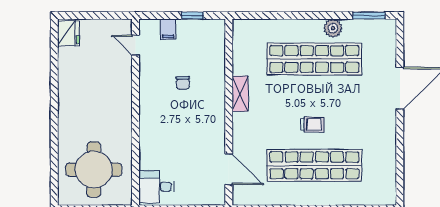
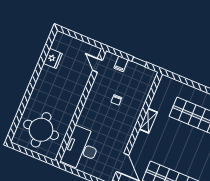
fridge: (68, 33) -> (53, 58), moved
trolley: (313, 125) -> (184, 158), removed
desk: (156, 187) -> (81, 149), width x1.87, depth x1.30

